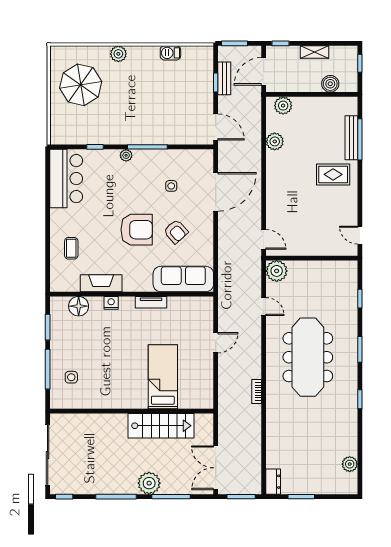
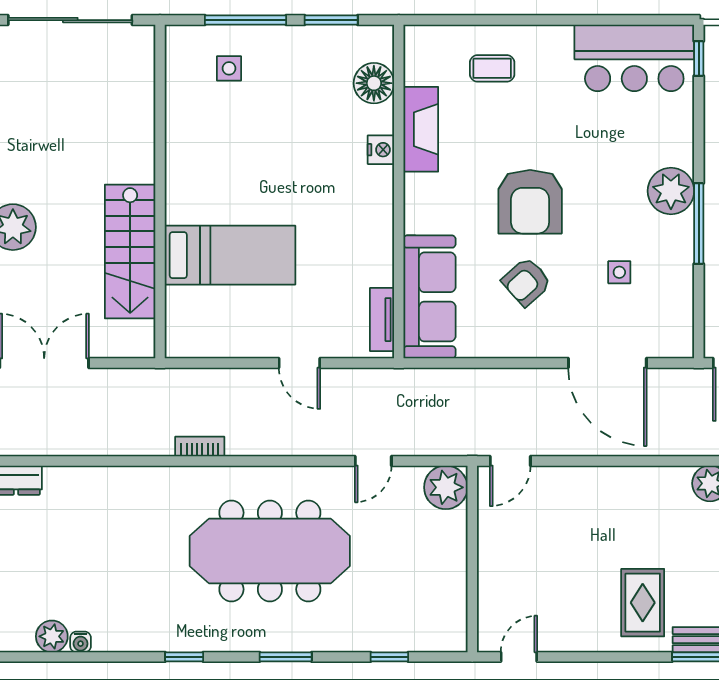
window: (95, 147) -> (699, 59), moved
plant: (126, 155) -> (671, 191), width x1.87, depth x1.87
tv unit: (151, 302) -> (382, 320), moved
water cooler: (352, 450) -> (81, 642), added

